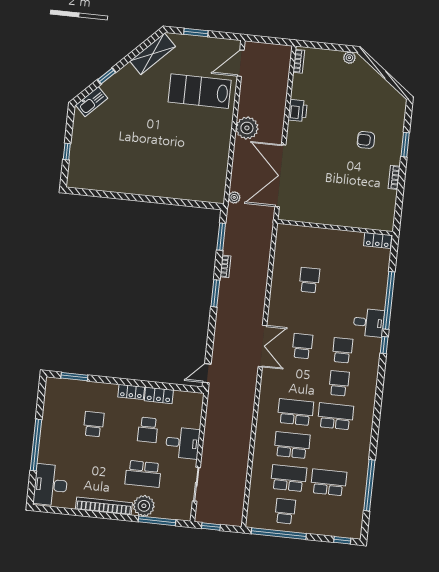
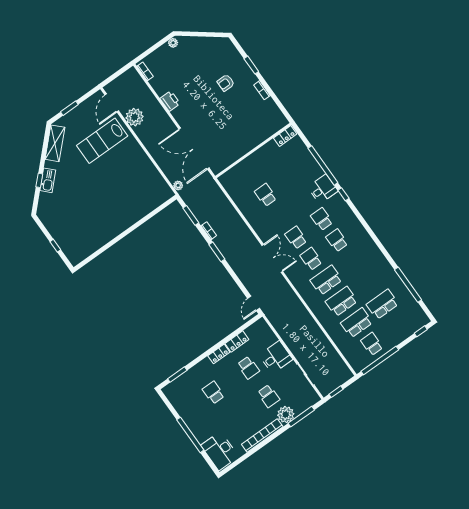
kitchen sink: (92, 102) -> (48, 180), moved
plant: (247, 128) -> (135, 117), moved
school desk: (335, 416) -> (311, 259), moved, width x0.54
school desk: (143, 474) -> (269, 396), width x0.54

